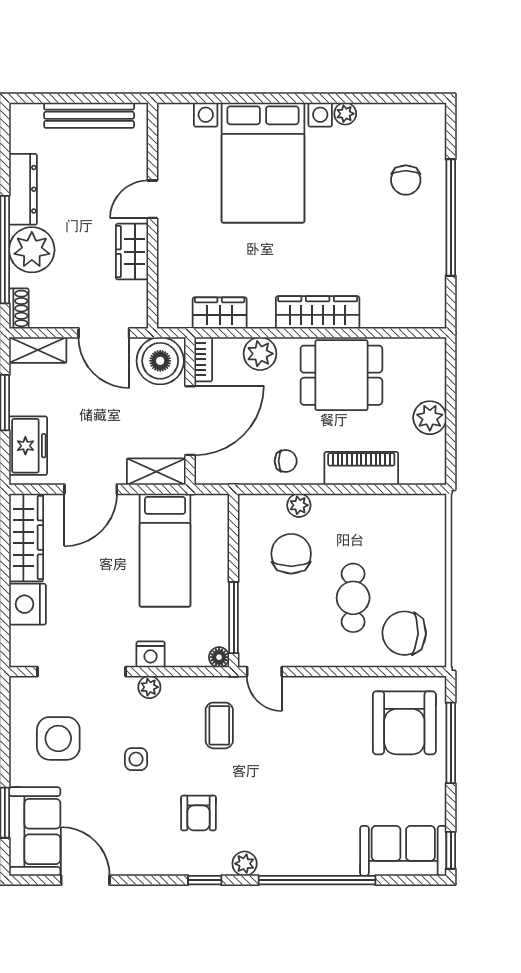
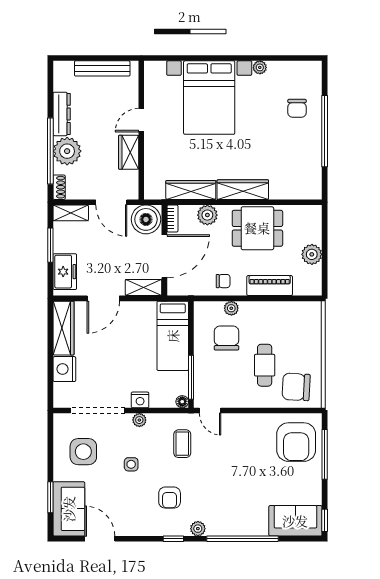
wardrobe: (220, 313) -> (191, 190), width x1.50
bed: (165, 550) -> (173, 336), moved

